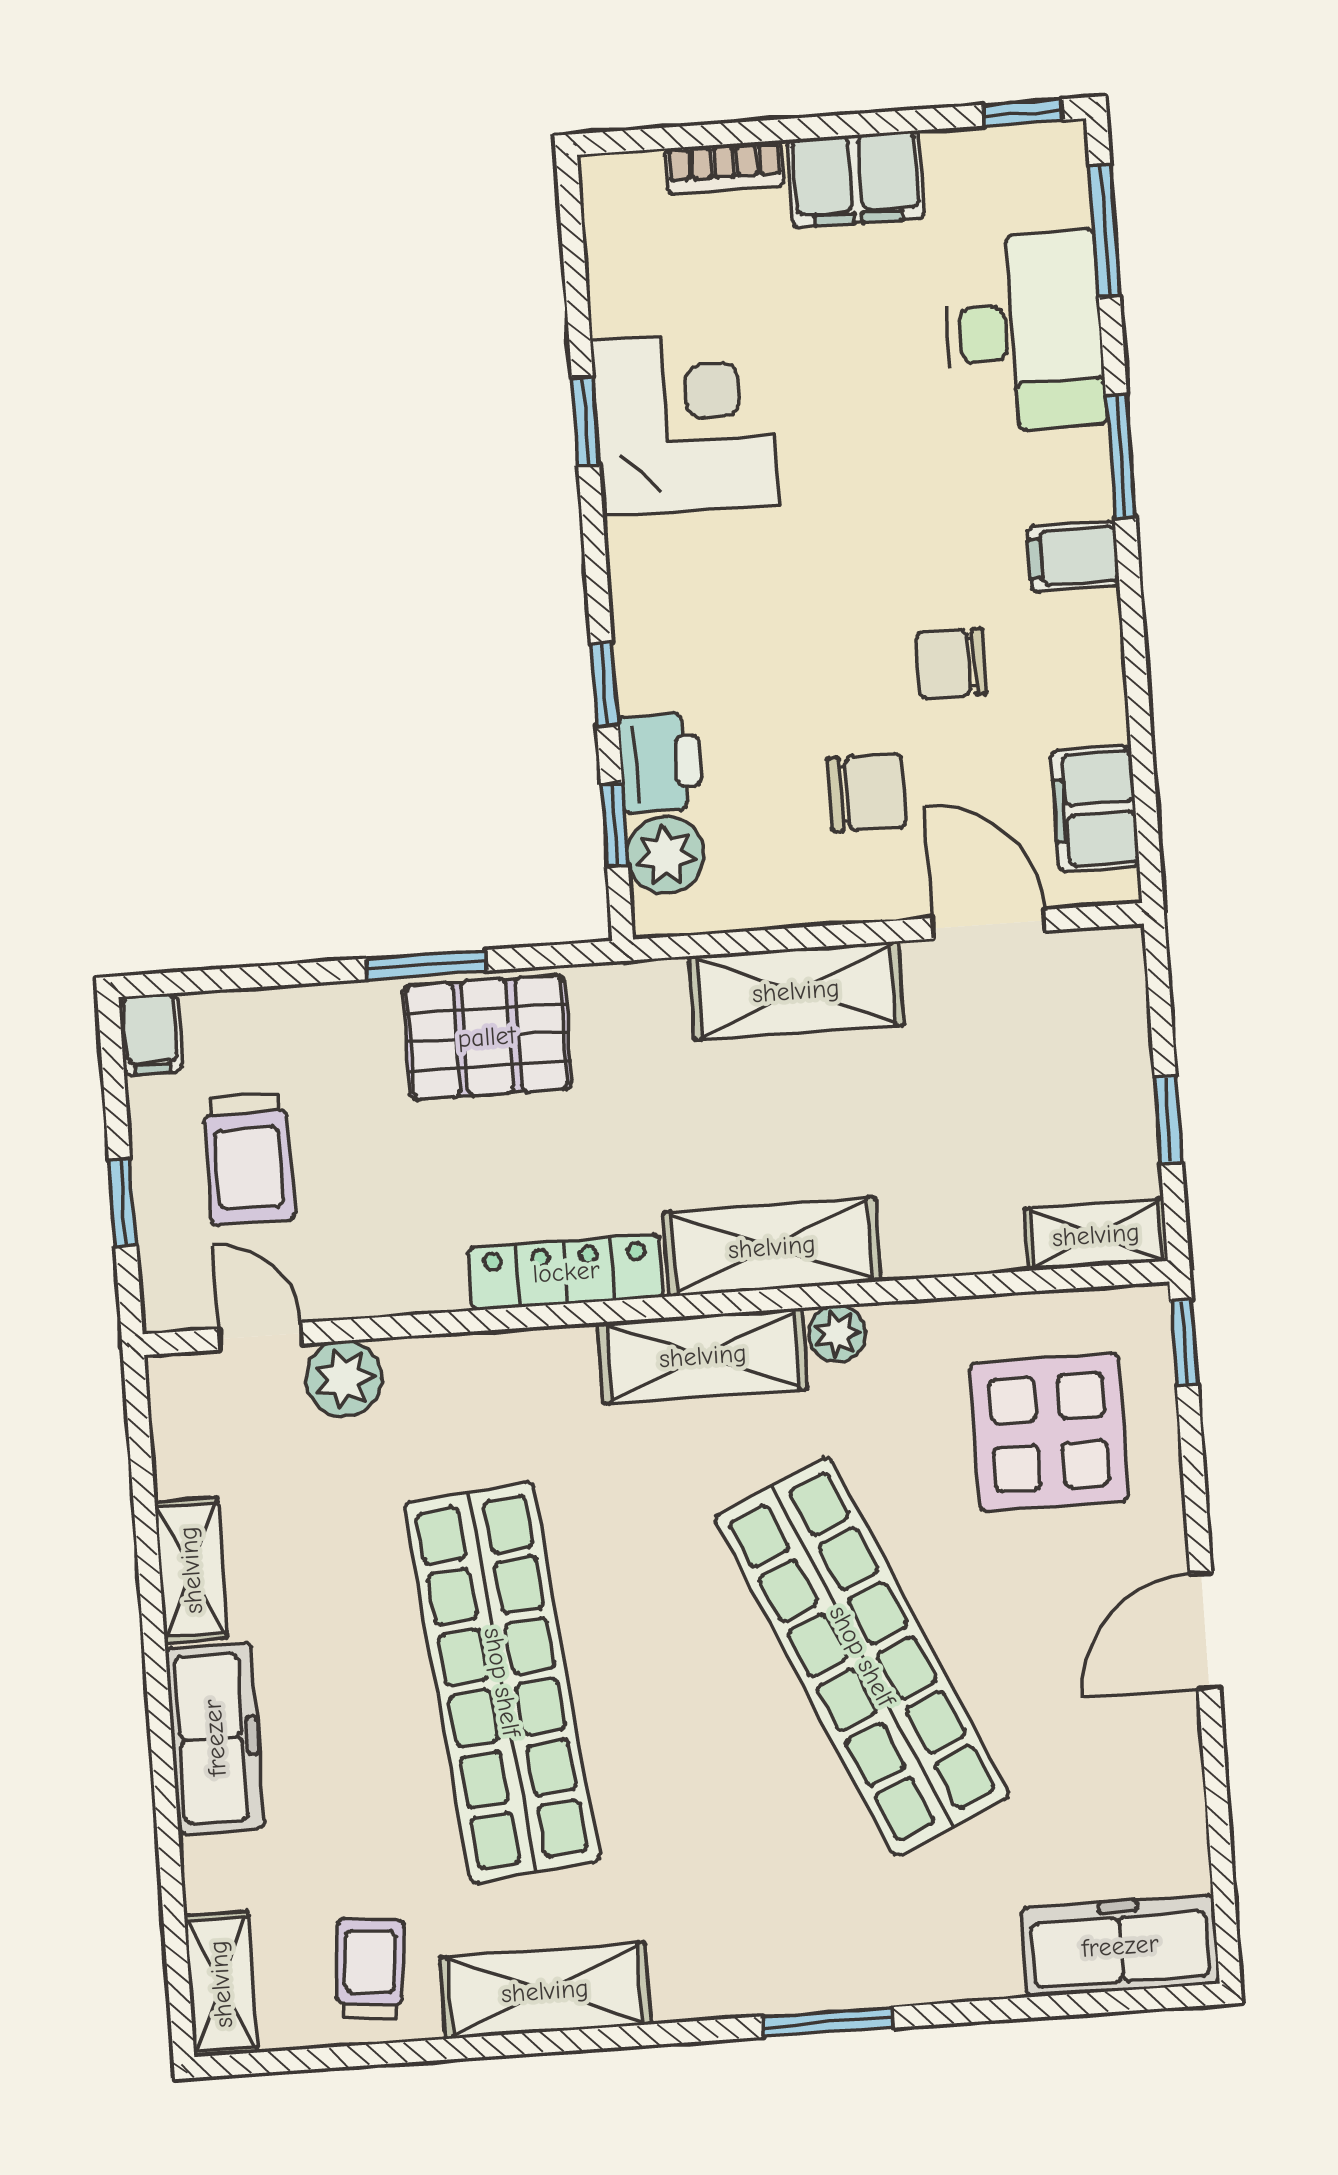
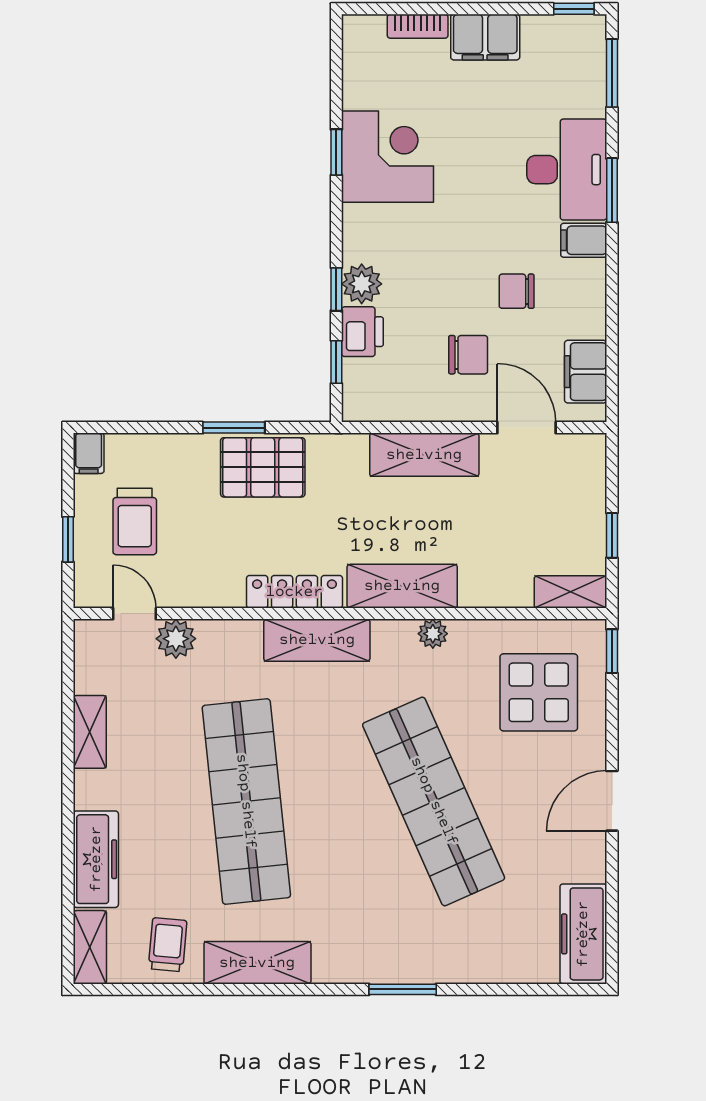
desk: (1024, 332) -> (567, 170), moved
plant: (666, 855) -> (362, 284), moved
shelving: (703, 1356) -> (317, 640), moved
freezer: (215, 1738) -> (96, 859), moved
freezer: (1120, 1946) -> (583, 934), moved, turned -90

